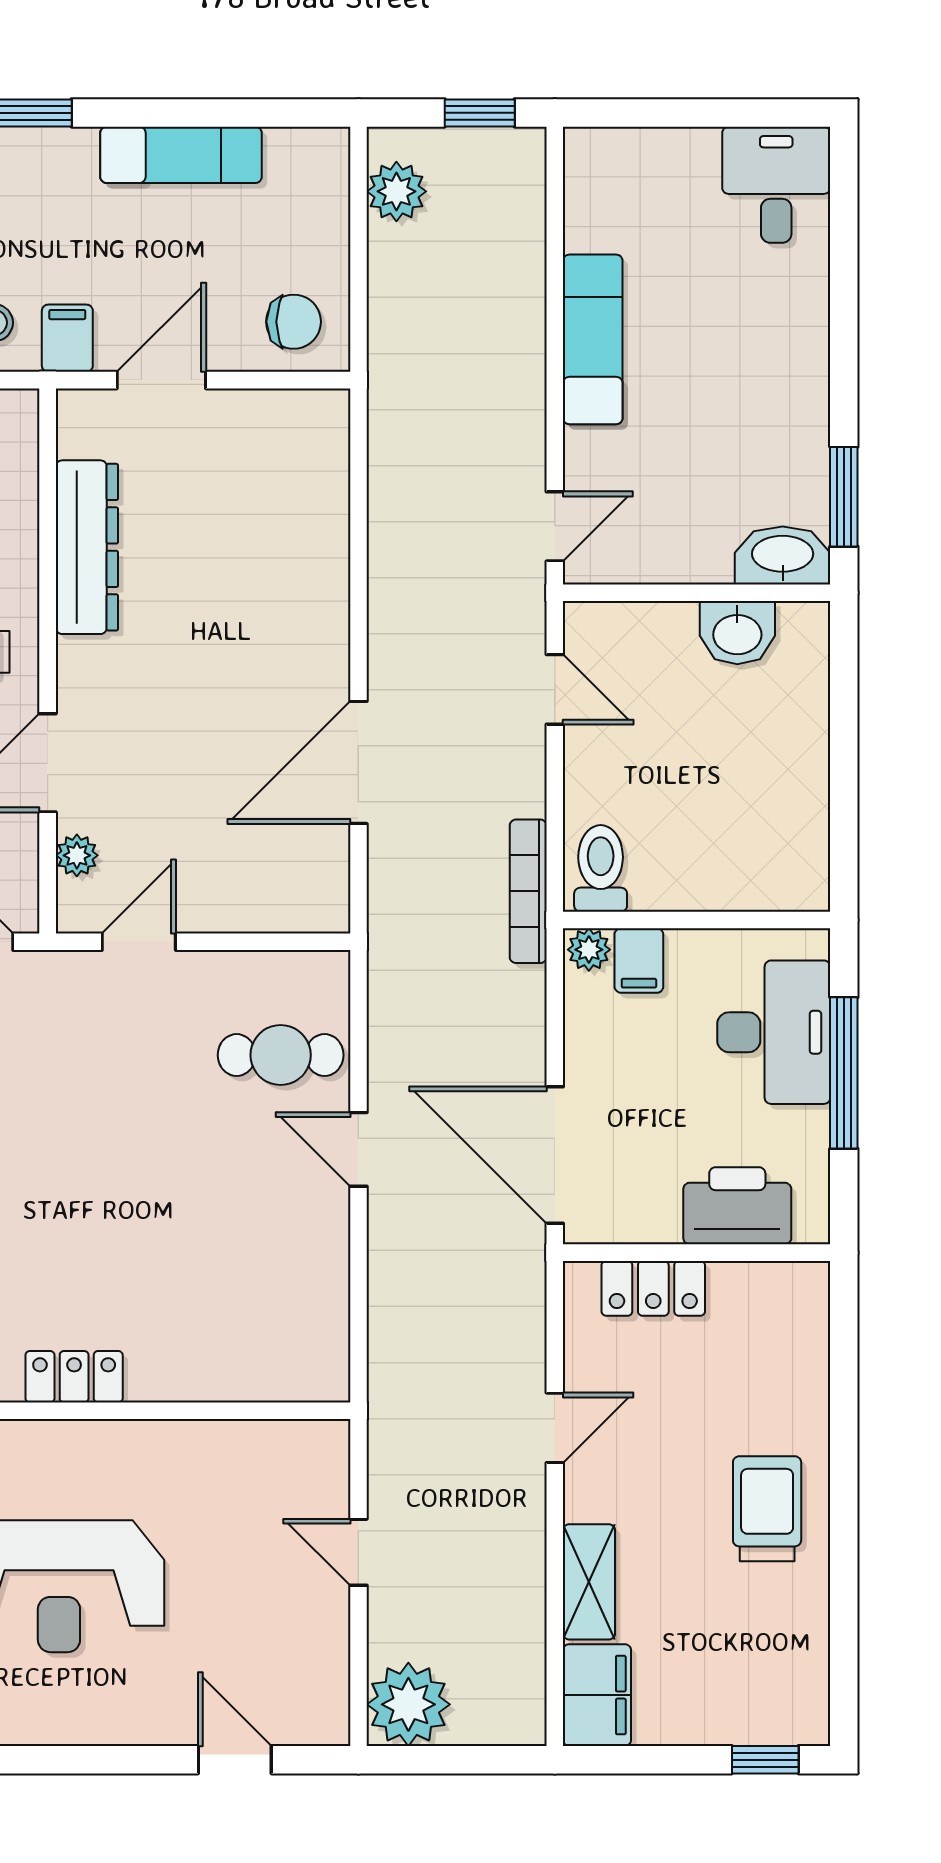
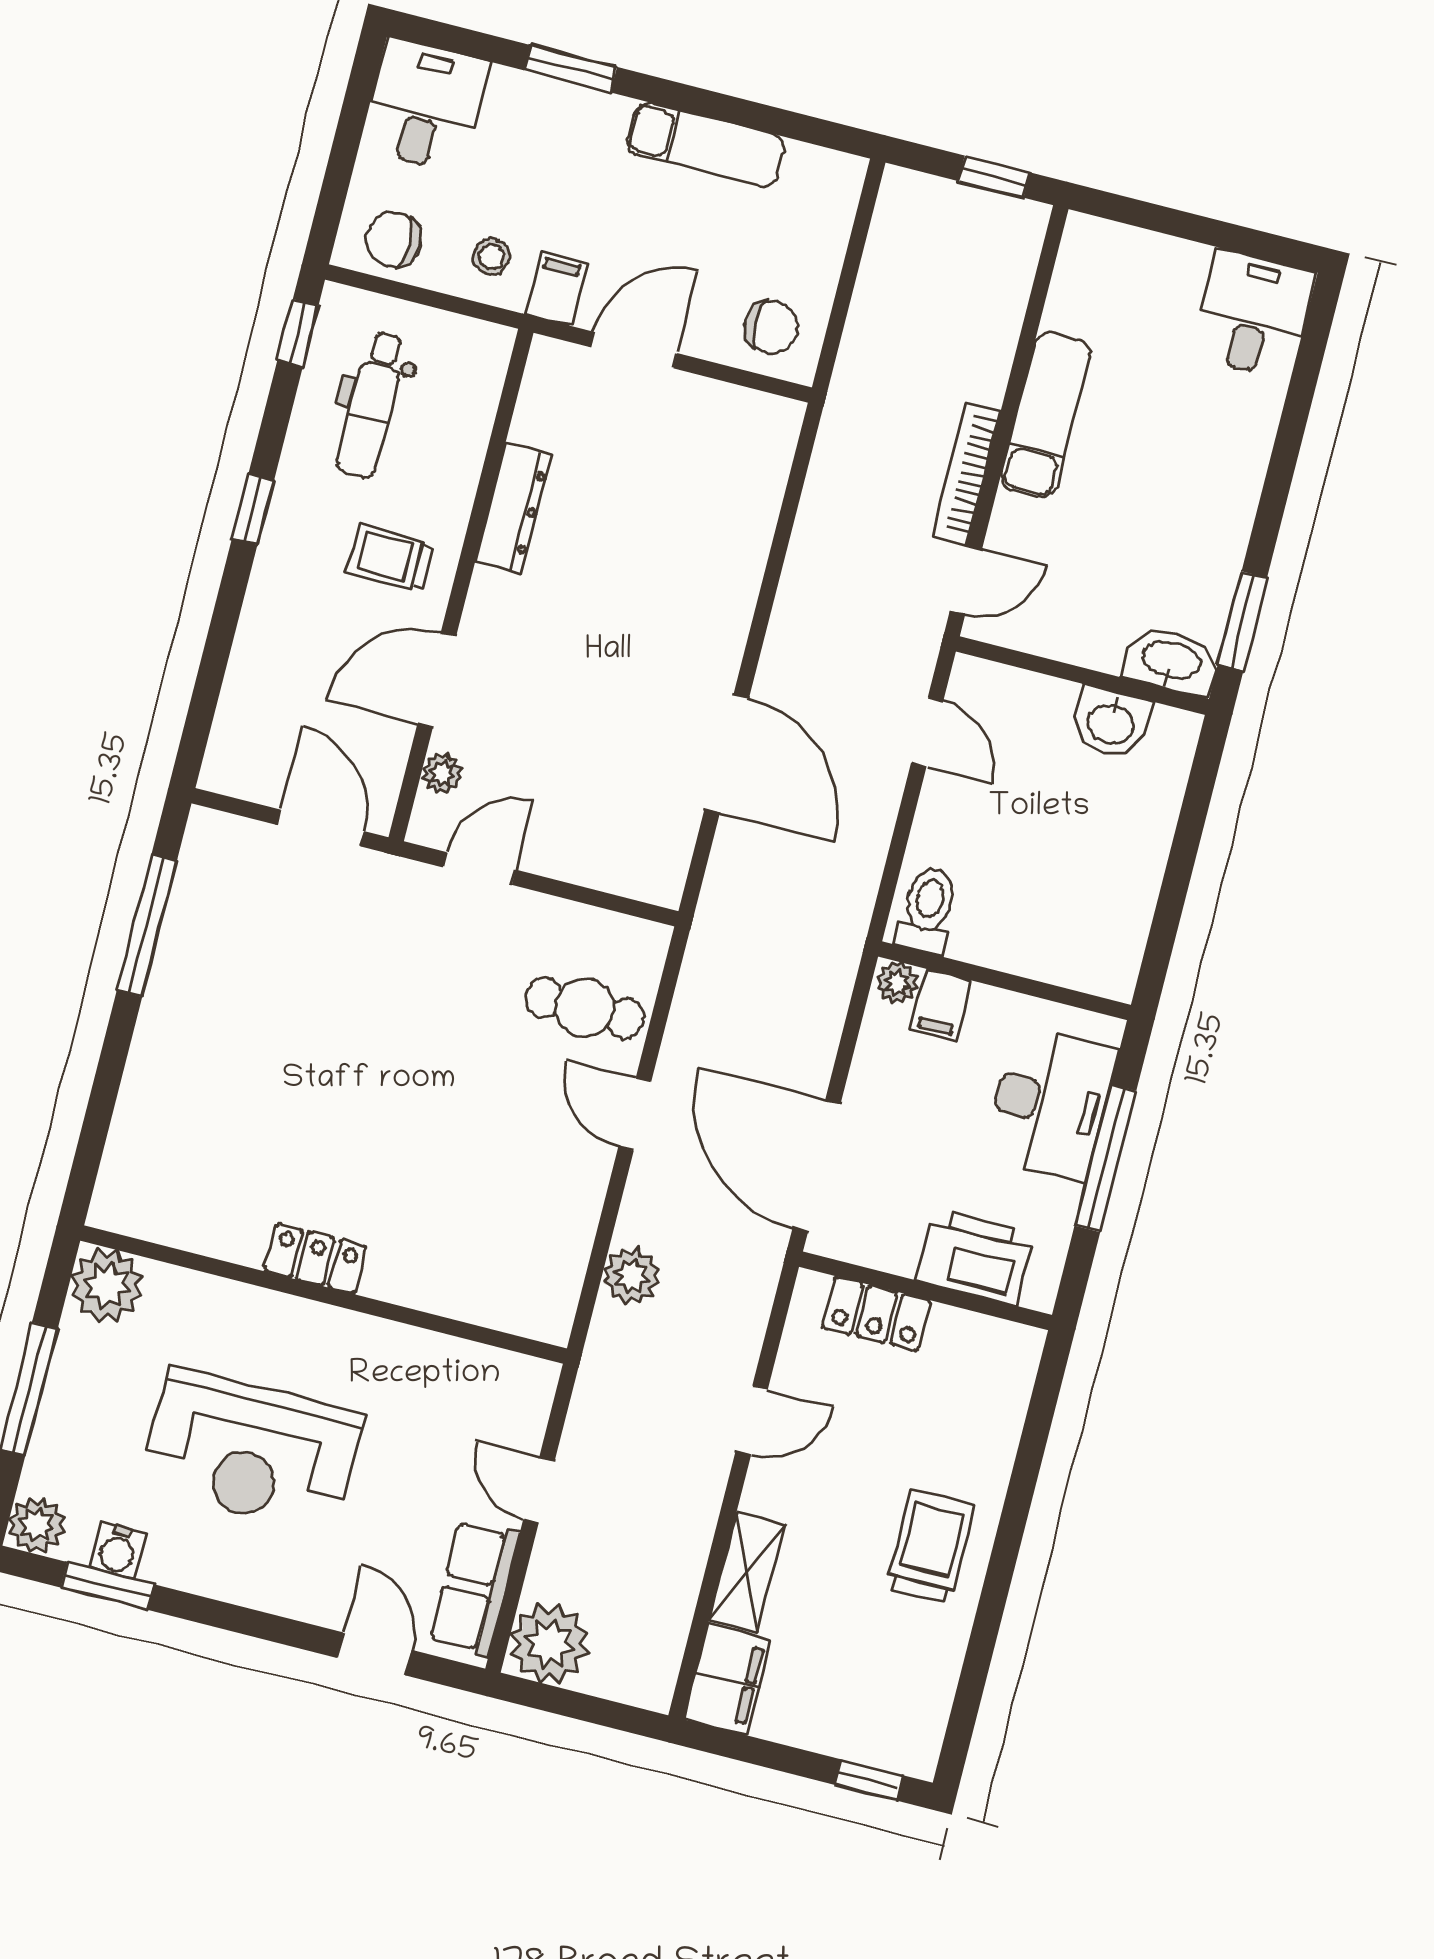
plant: (396, 191) -> (631, 1276), moved
dresser: (87, 547) -> (513, 508), width x0.73, depth x0.80
door: (358, 762) -> (727, 753), swing flipped
bookcase: (528, 891) -> (967, 473), moved
row of seats: (318, 1667) -> (474, 1588), added

